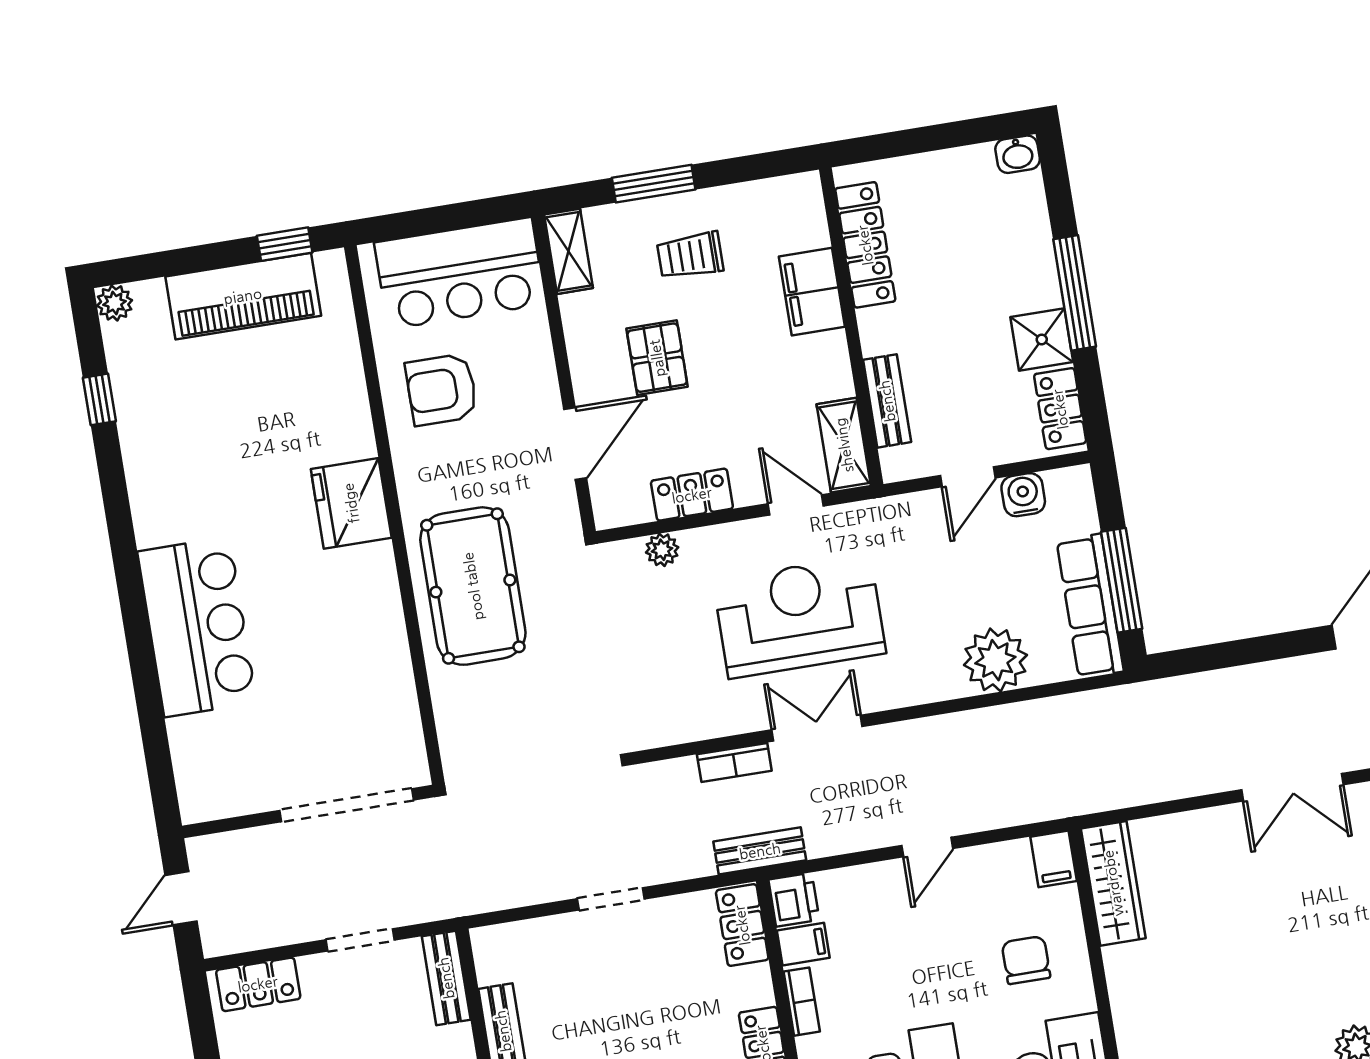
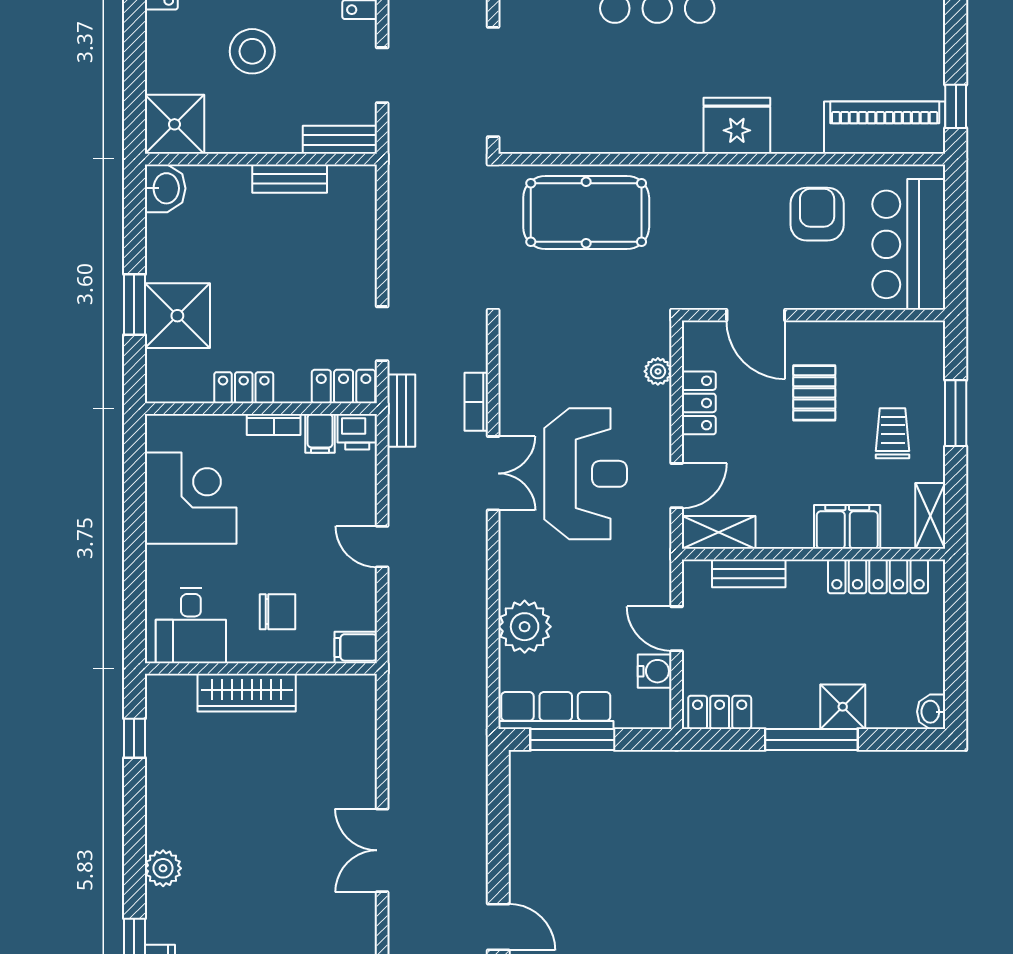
shelving: (568, 251) -> (930, 516), moved, turned 90
piano: (243, 296) -> (885, 128), moved, turned 90
shower: (1042, 339) -> (843, 707), moved
pallet: (657, 358) -> (814, 393), turned 90
pool table: (473, 586) -> (586, 212), moved
wardrobe: (1113, 883) -> (247, 693), moved
doorway: (611, 899) -> (382, 334), moved

